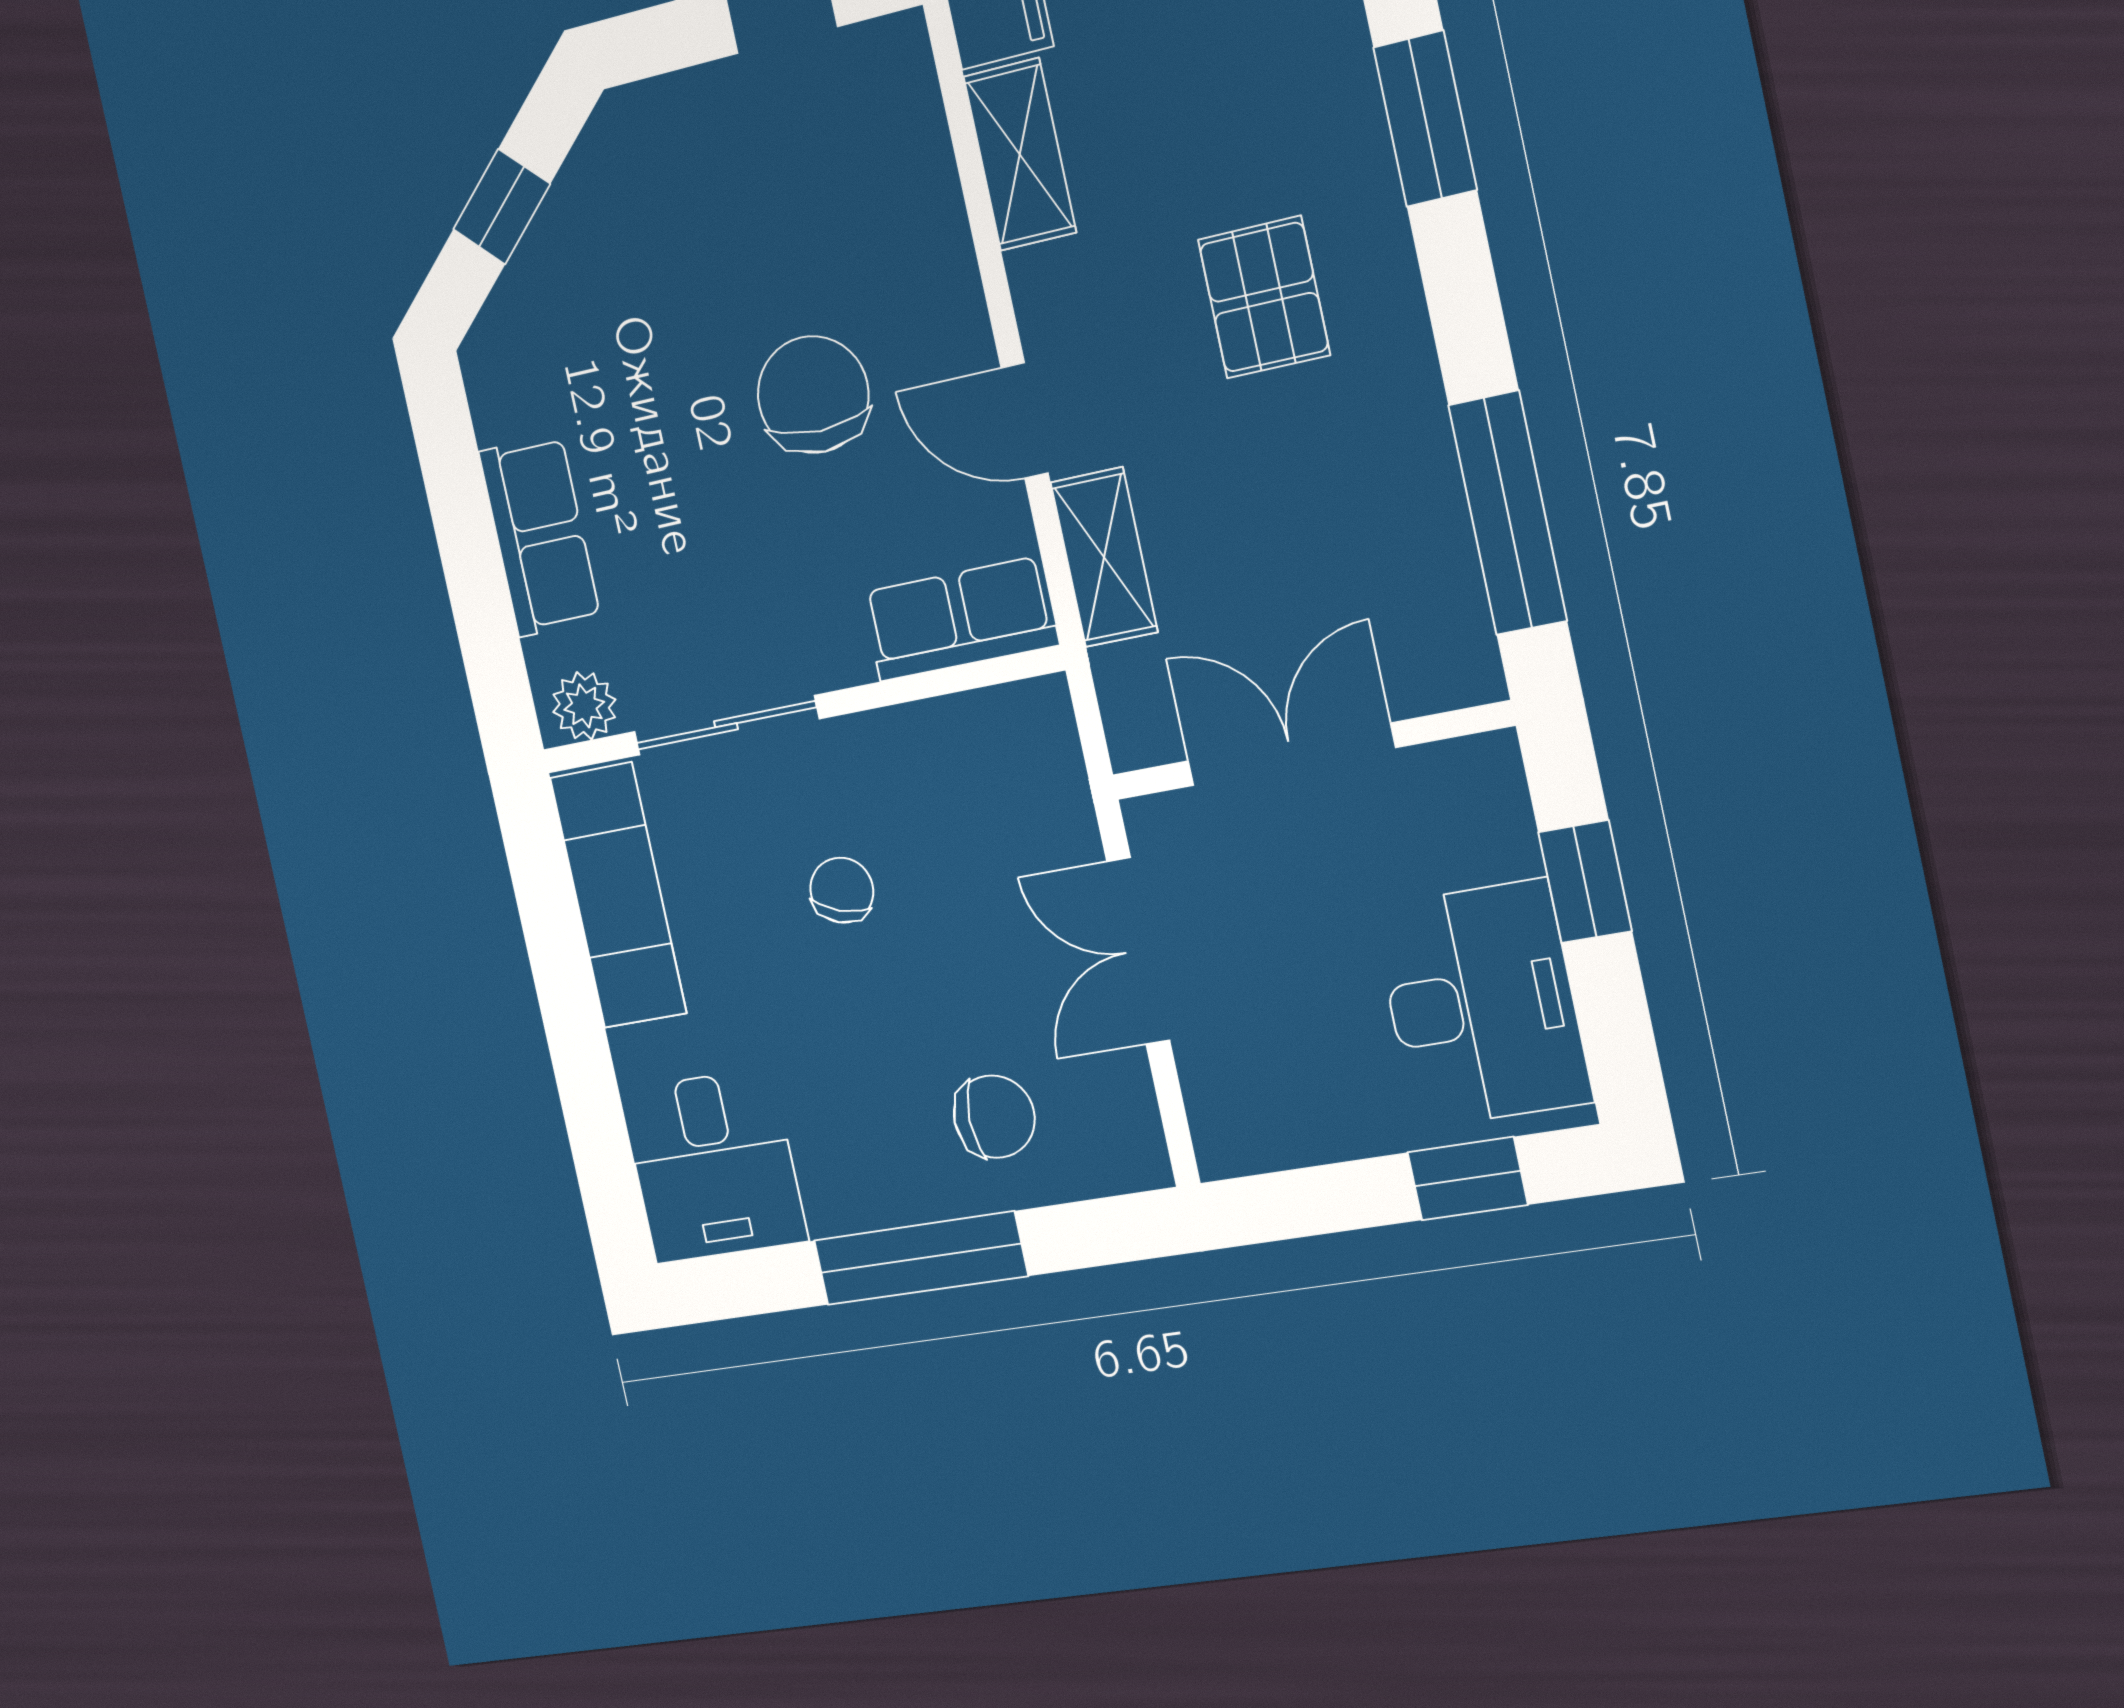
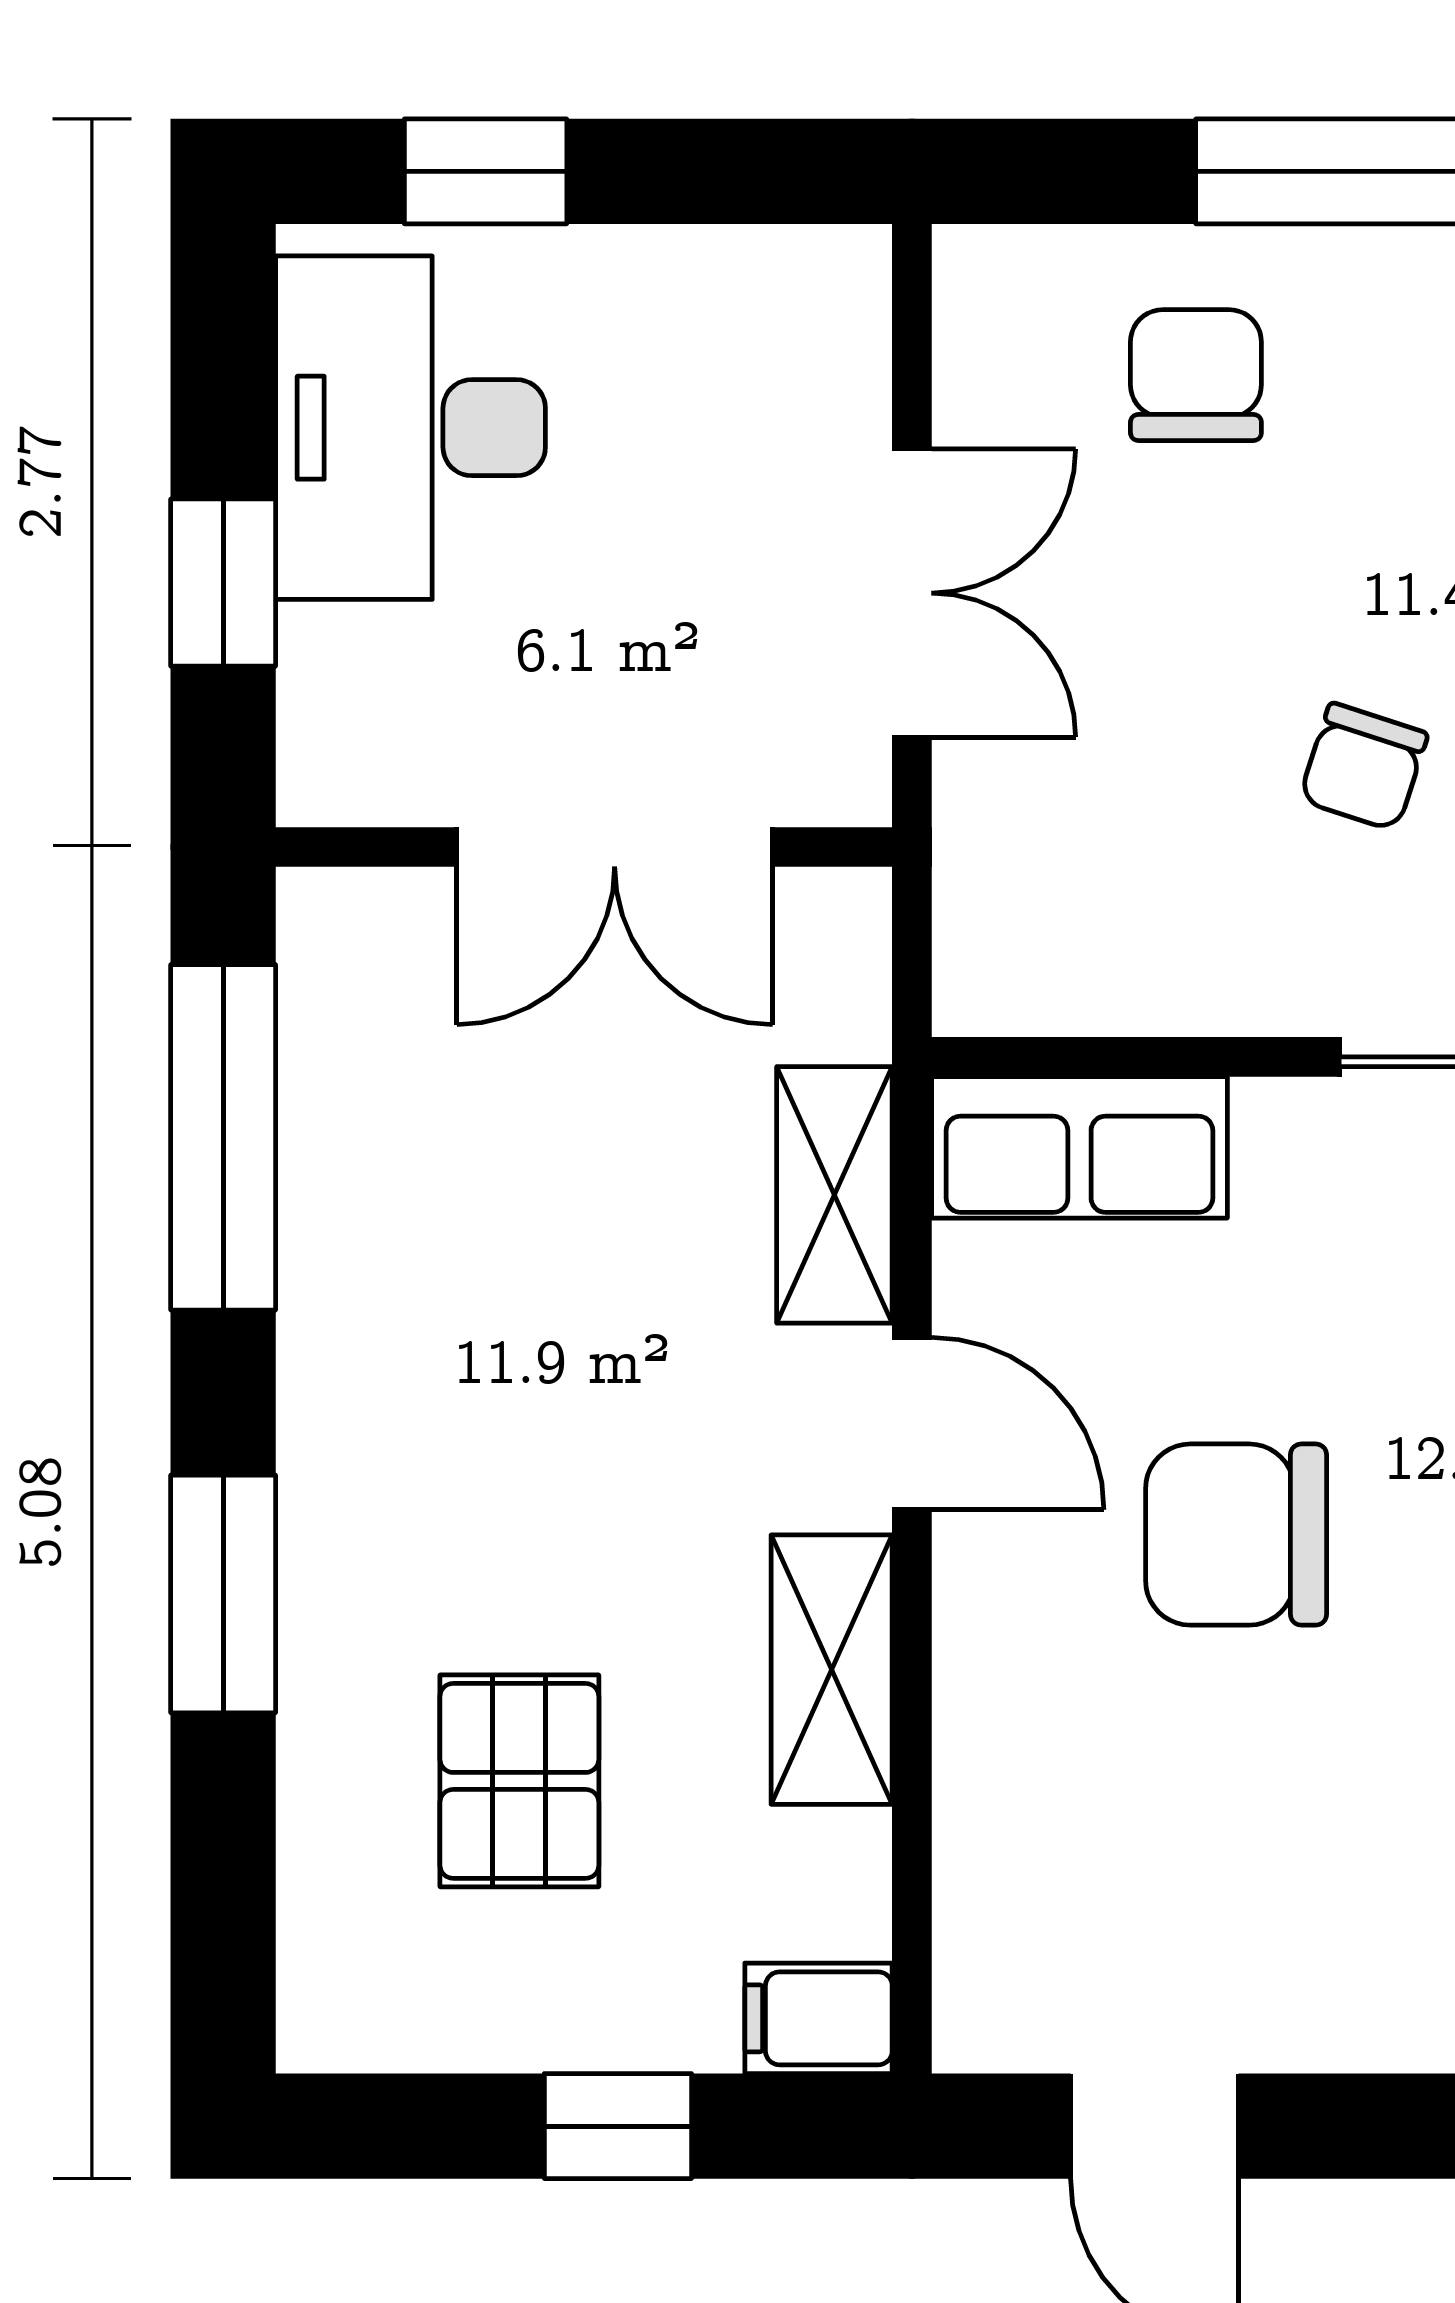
window: (1425, 119) -> (223, 1594), moved
shelving: (1020, 154) -> (832, 1670), moved
pallet: (1264, 297) -> (519, 1781), moved
chair: (813, 395) -> (1236, 1535), turned 90
chair: (994, 1117) -> (1196, 375), turned 90

